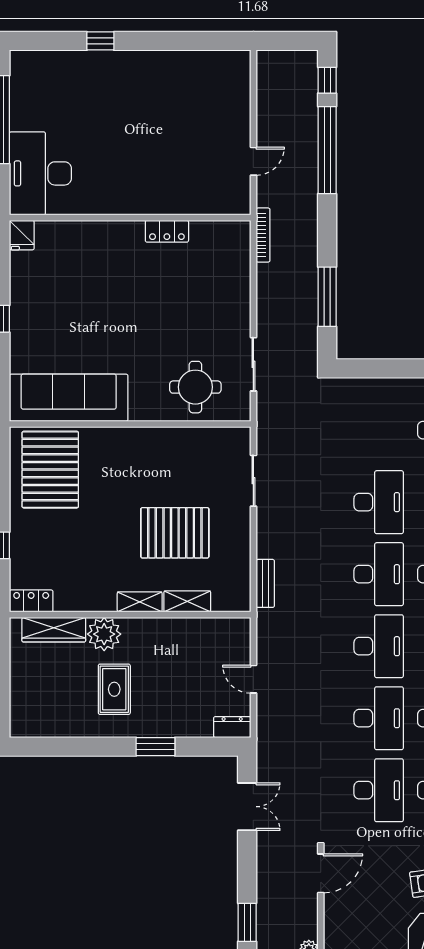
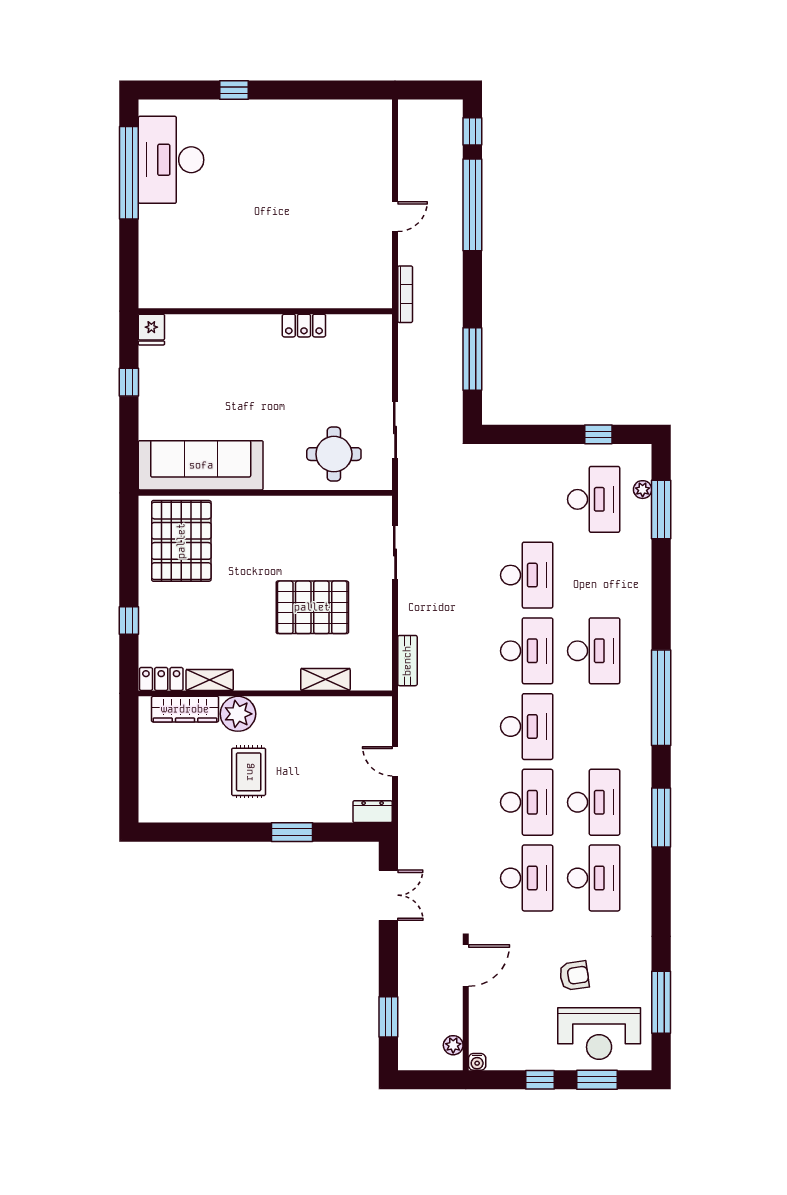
desk: (40, 173) -> (171, 160), moved
wall: (130, 218) -> (265, 311), moved
locker: (167, 231) -> (304, 326), moved
fridge: (22, 235) -> (151, 330), moved
shelving: (140, 602) -> (210, 680), moved

